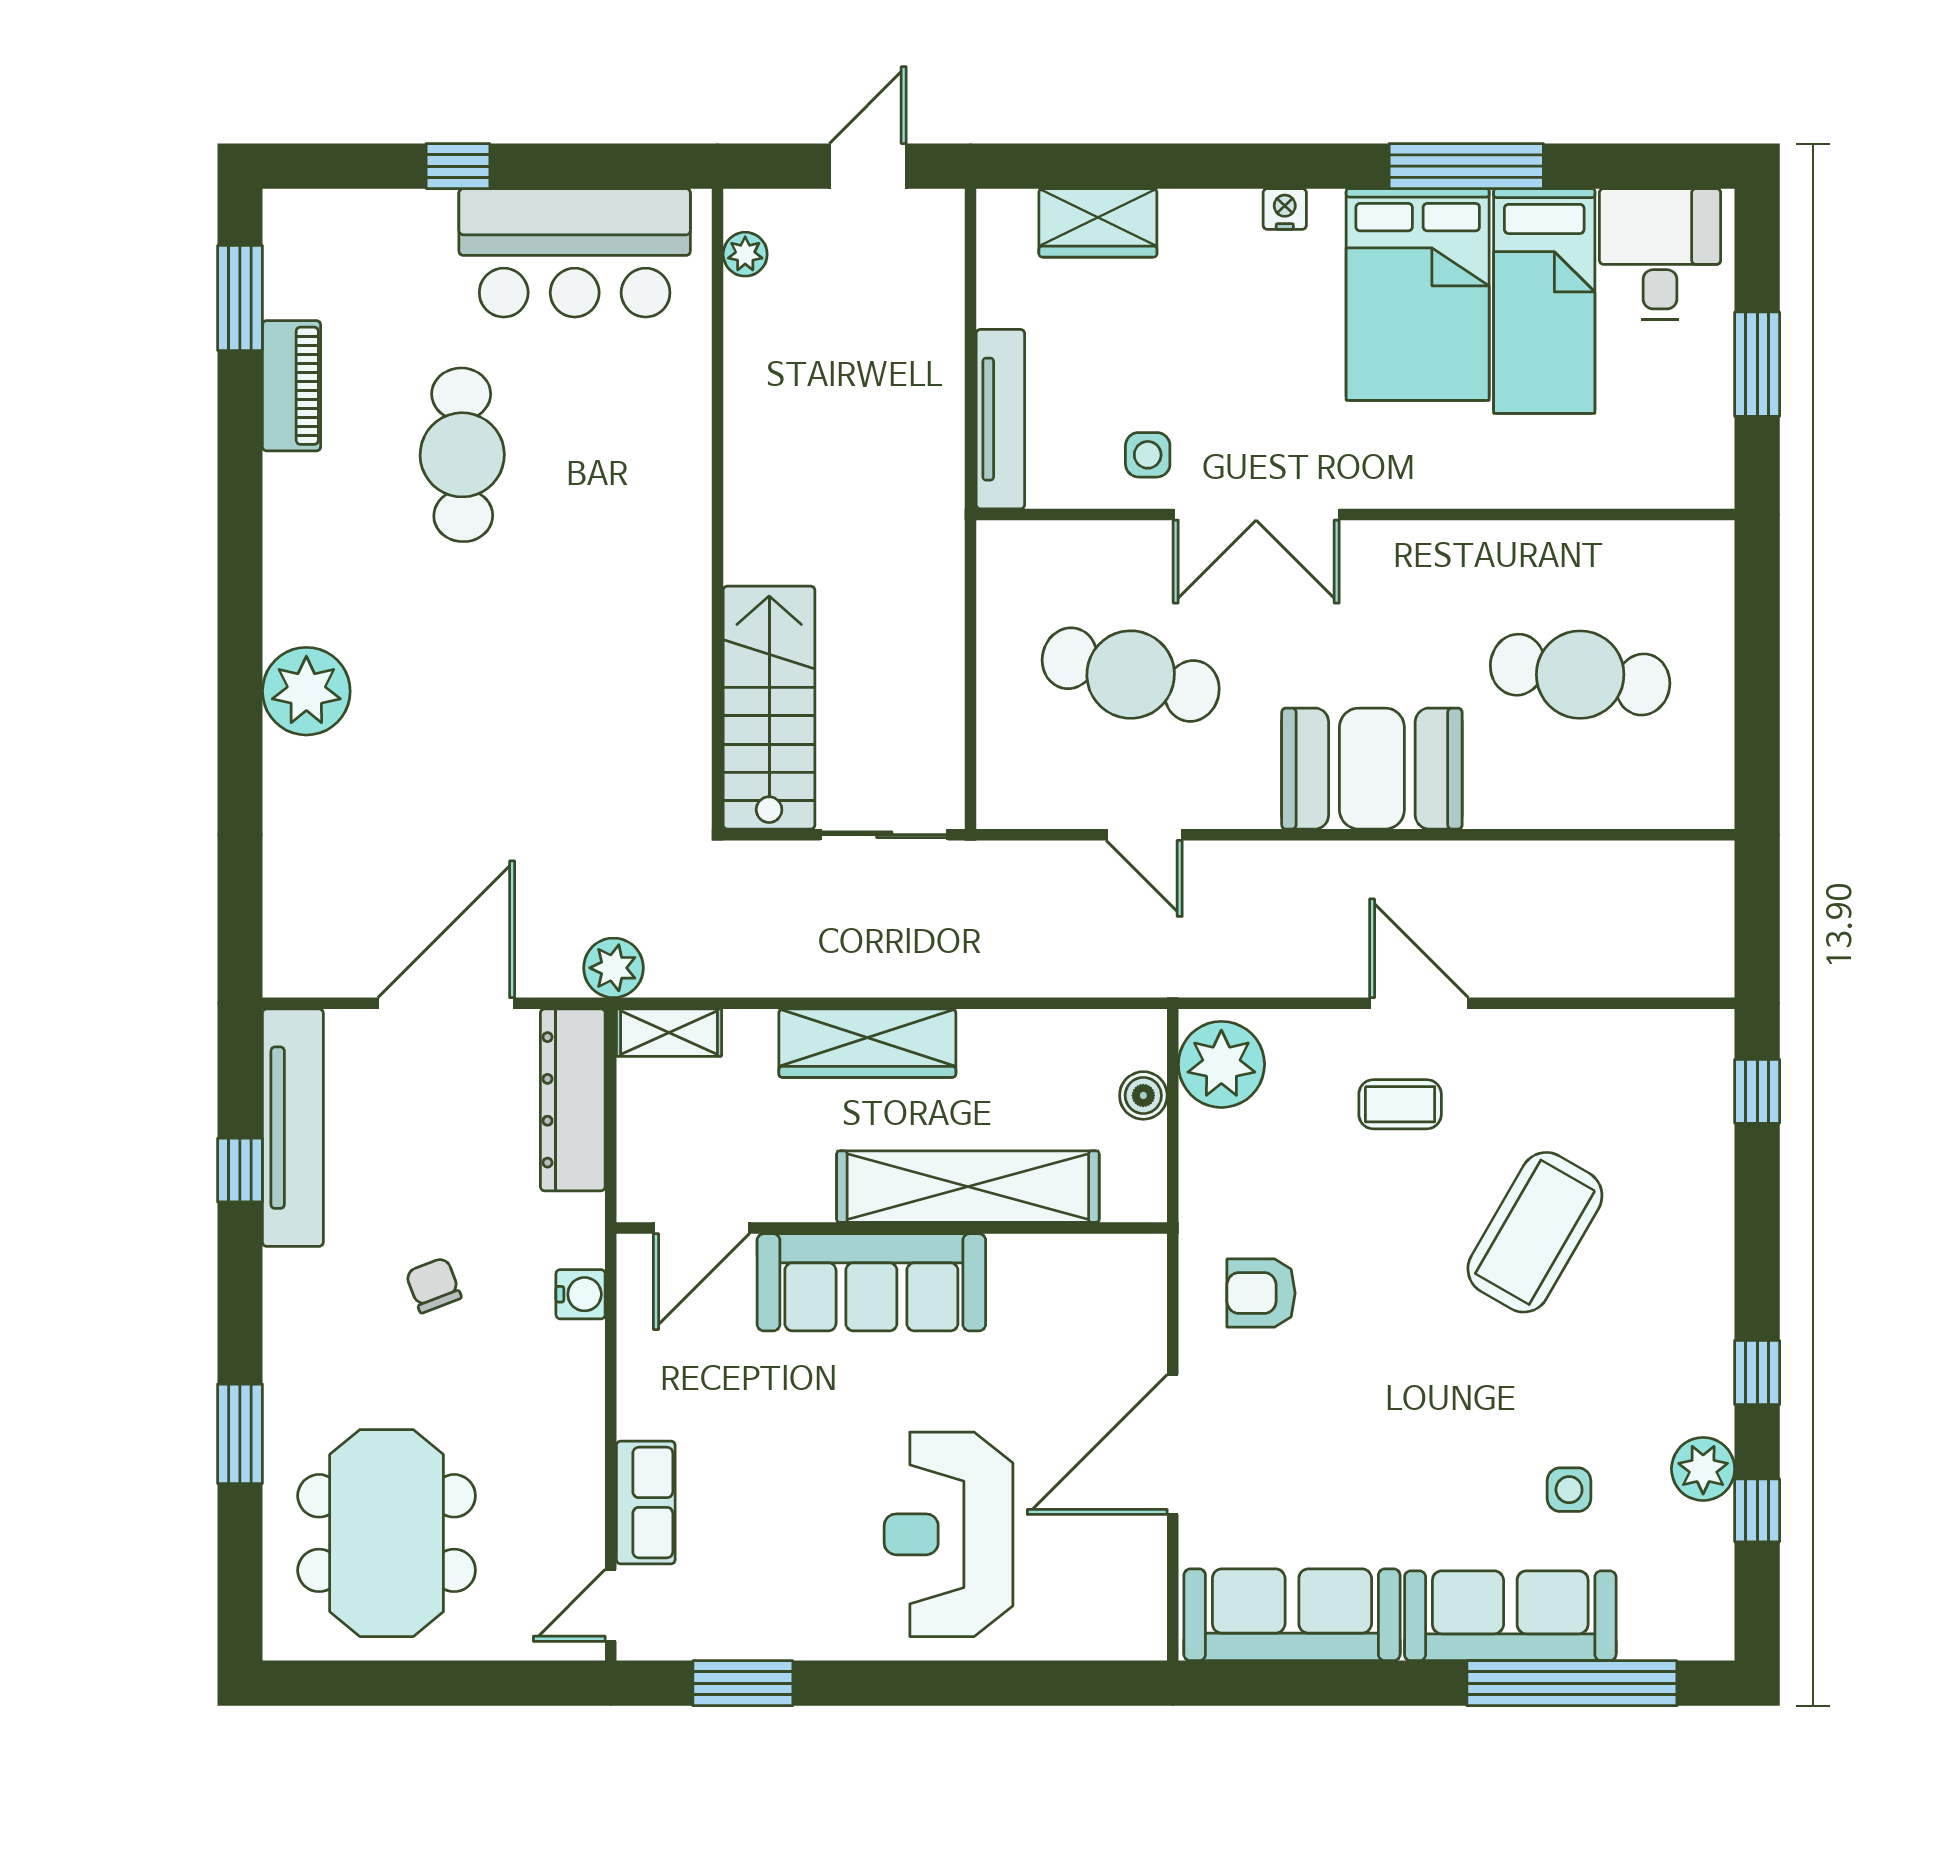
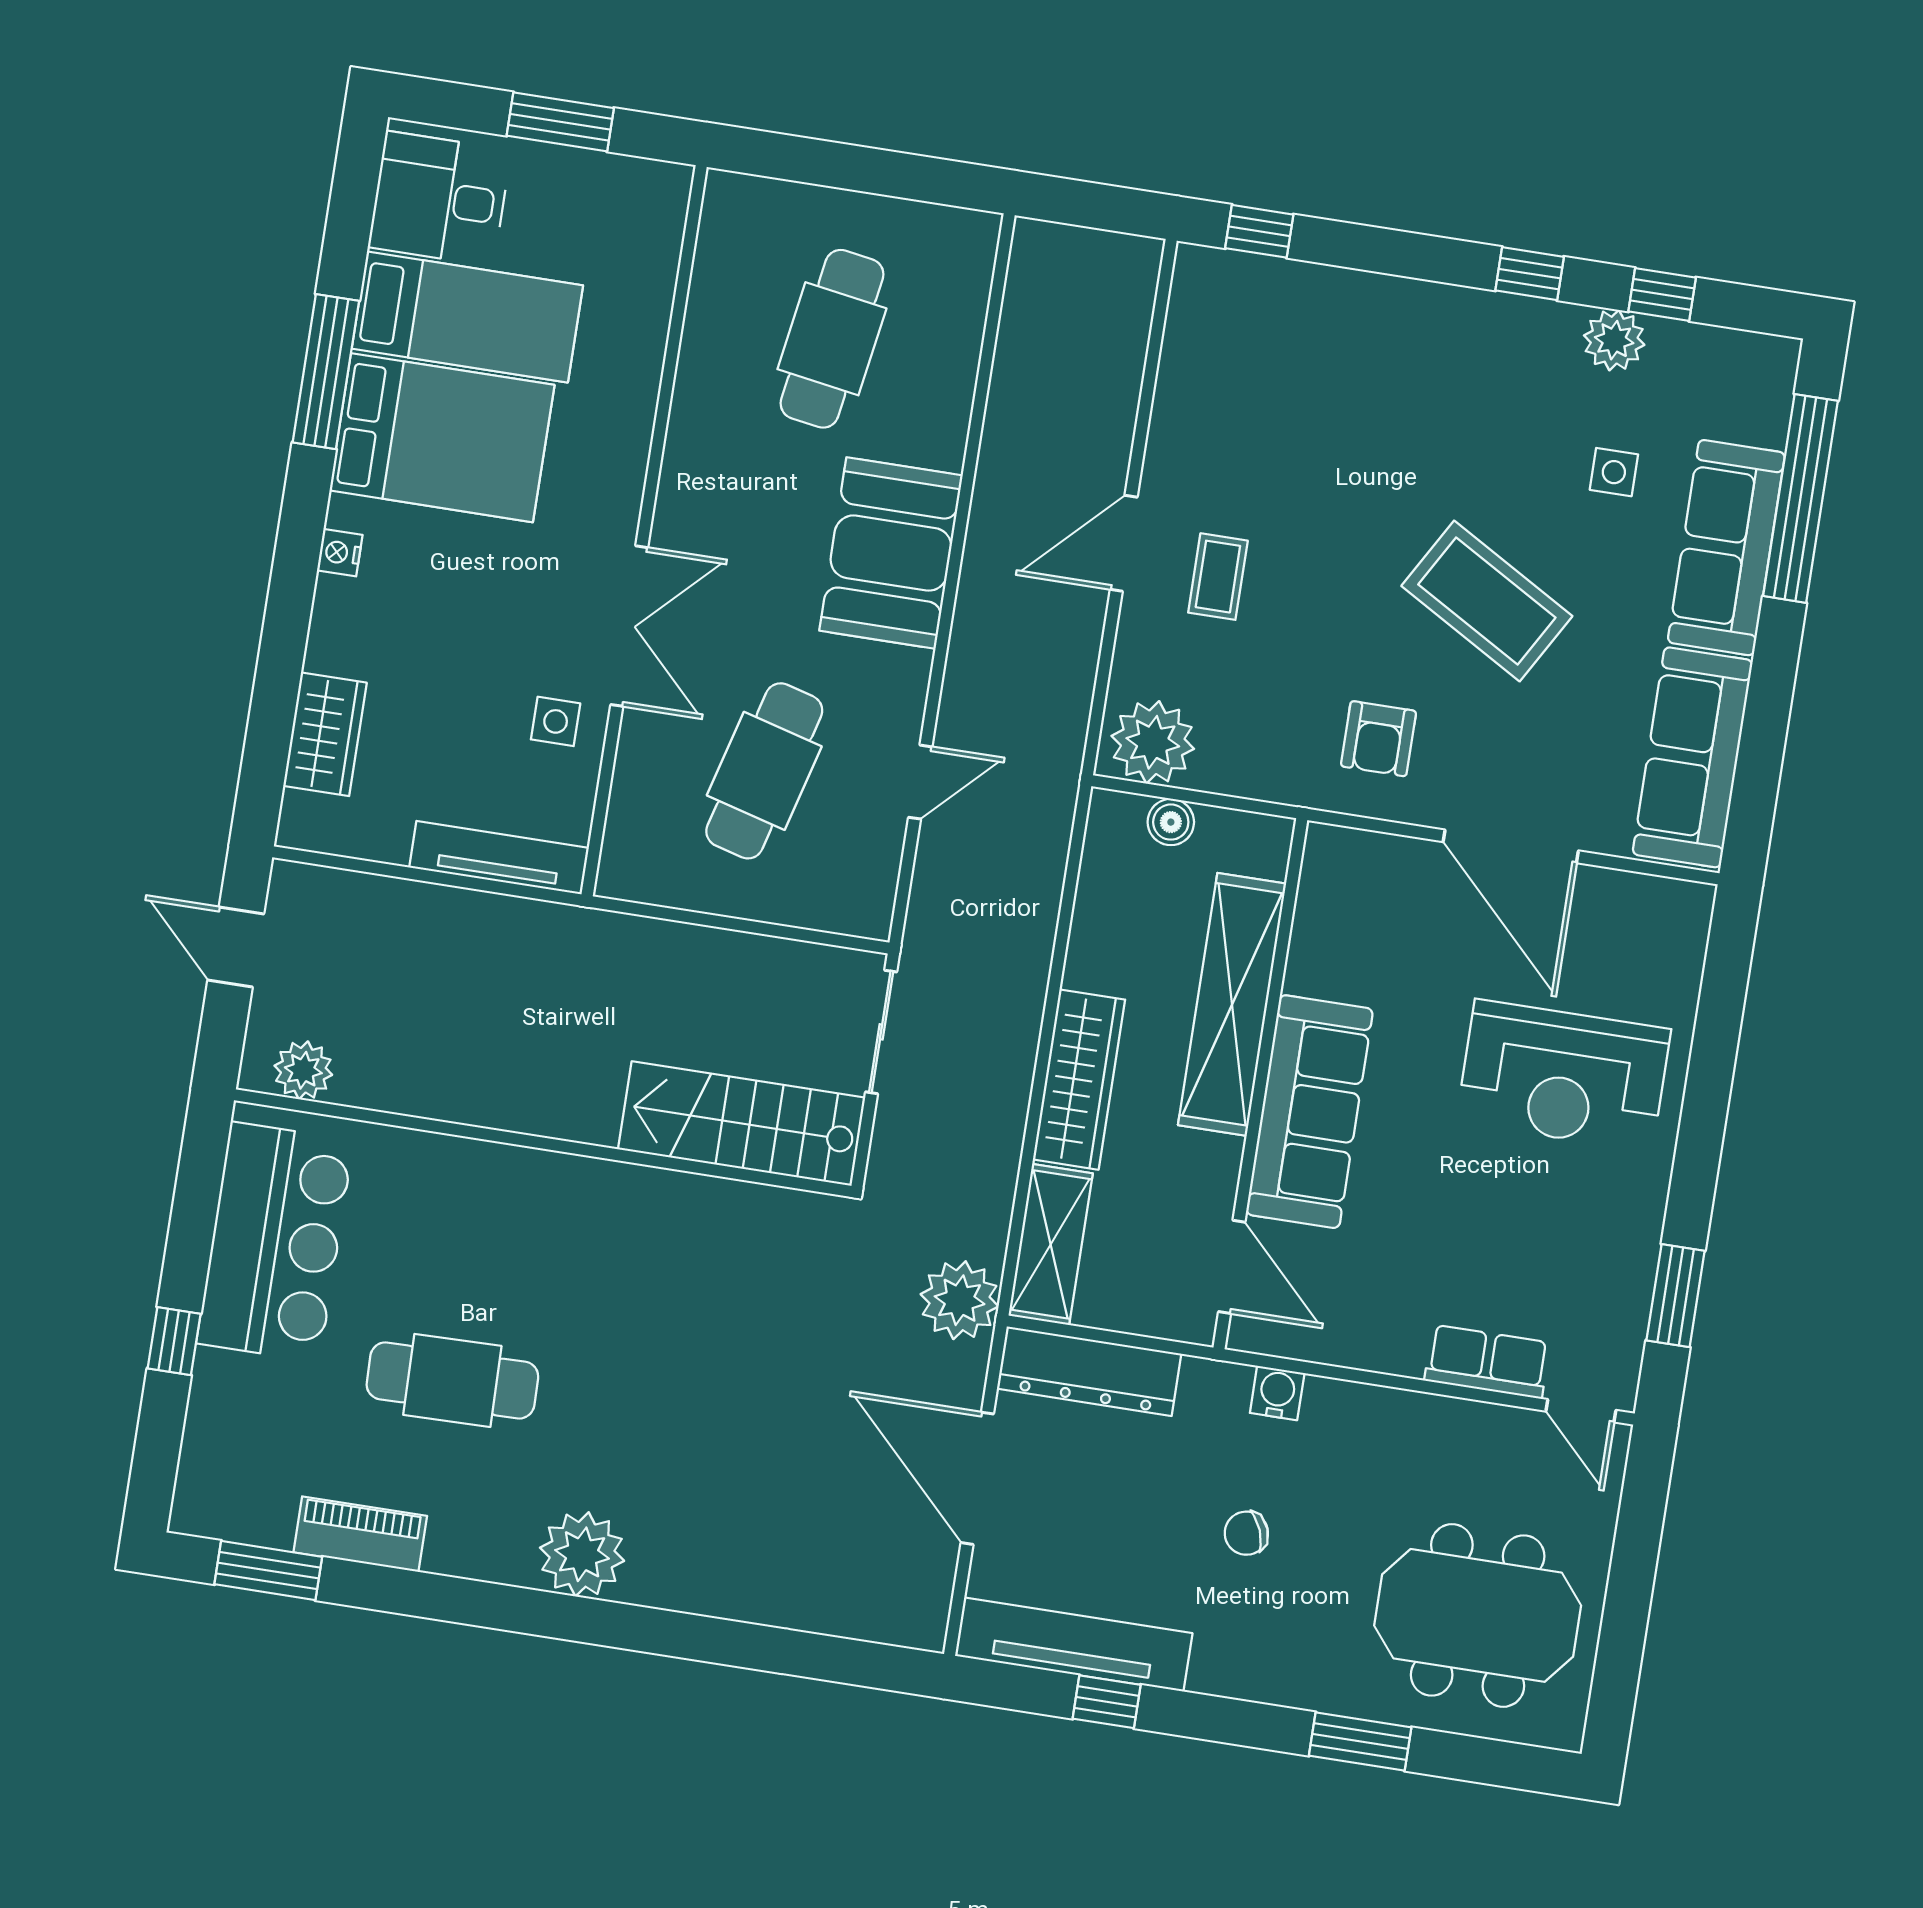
plant: (745, 254) -> (303, 1070), width x1.38, depth x1.38
plant: (306, 691) -> (582, 1554), moved
plant: (613, 968) -> (960, 1300), width x1.36, depth x1.36
shelving: (669, 1033) -> (1051, 1244), width x1.50, depth x1.33
coffee table: (1535, 1232) -> (1487, 601), moved

